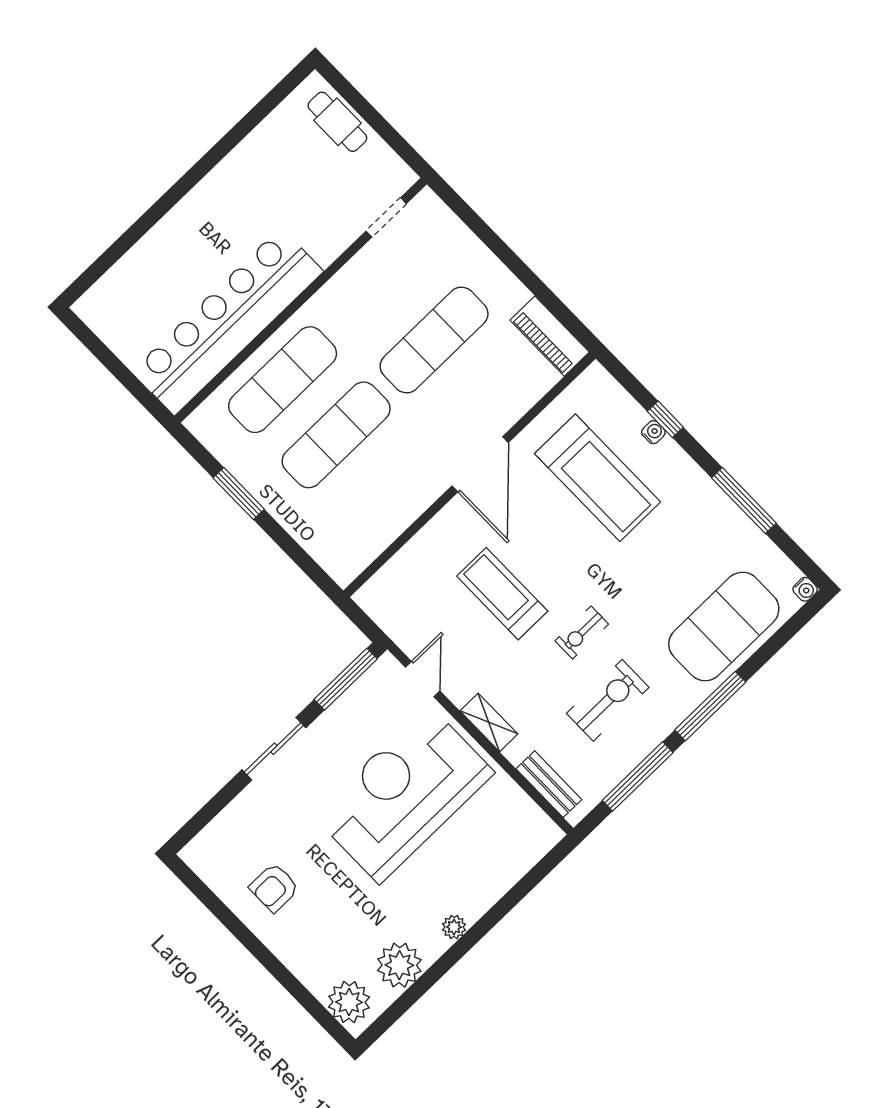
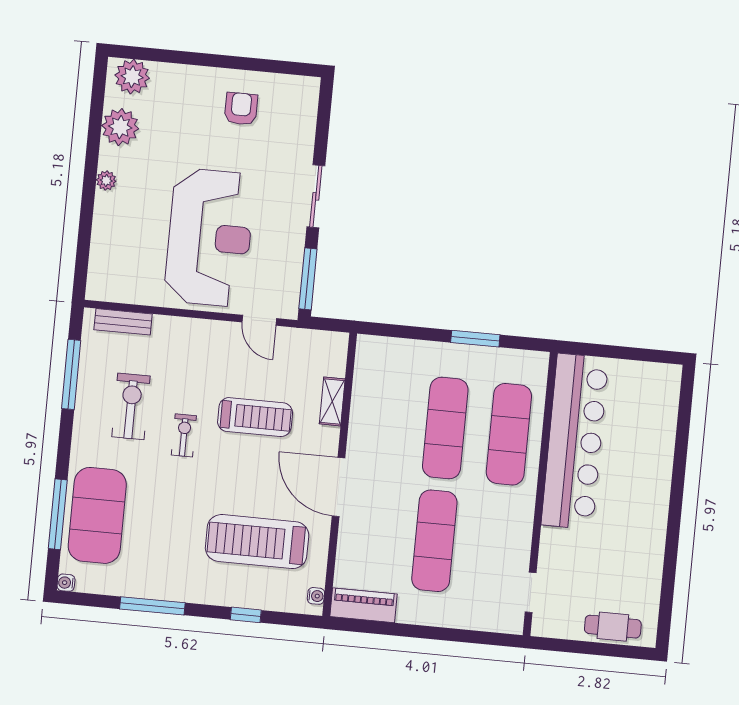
water cooler: (653, 432) -> (316, 596), moved, turned -90
exercise bike: (608, 700) -> (131, 406), turned 180
window: (710, 706) -> (58, 514), moved
shelving: (489, 722) -> (332, 401), moved, turned 90

